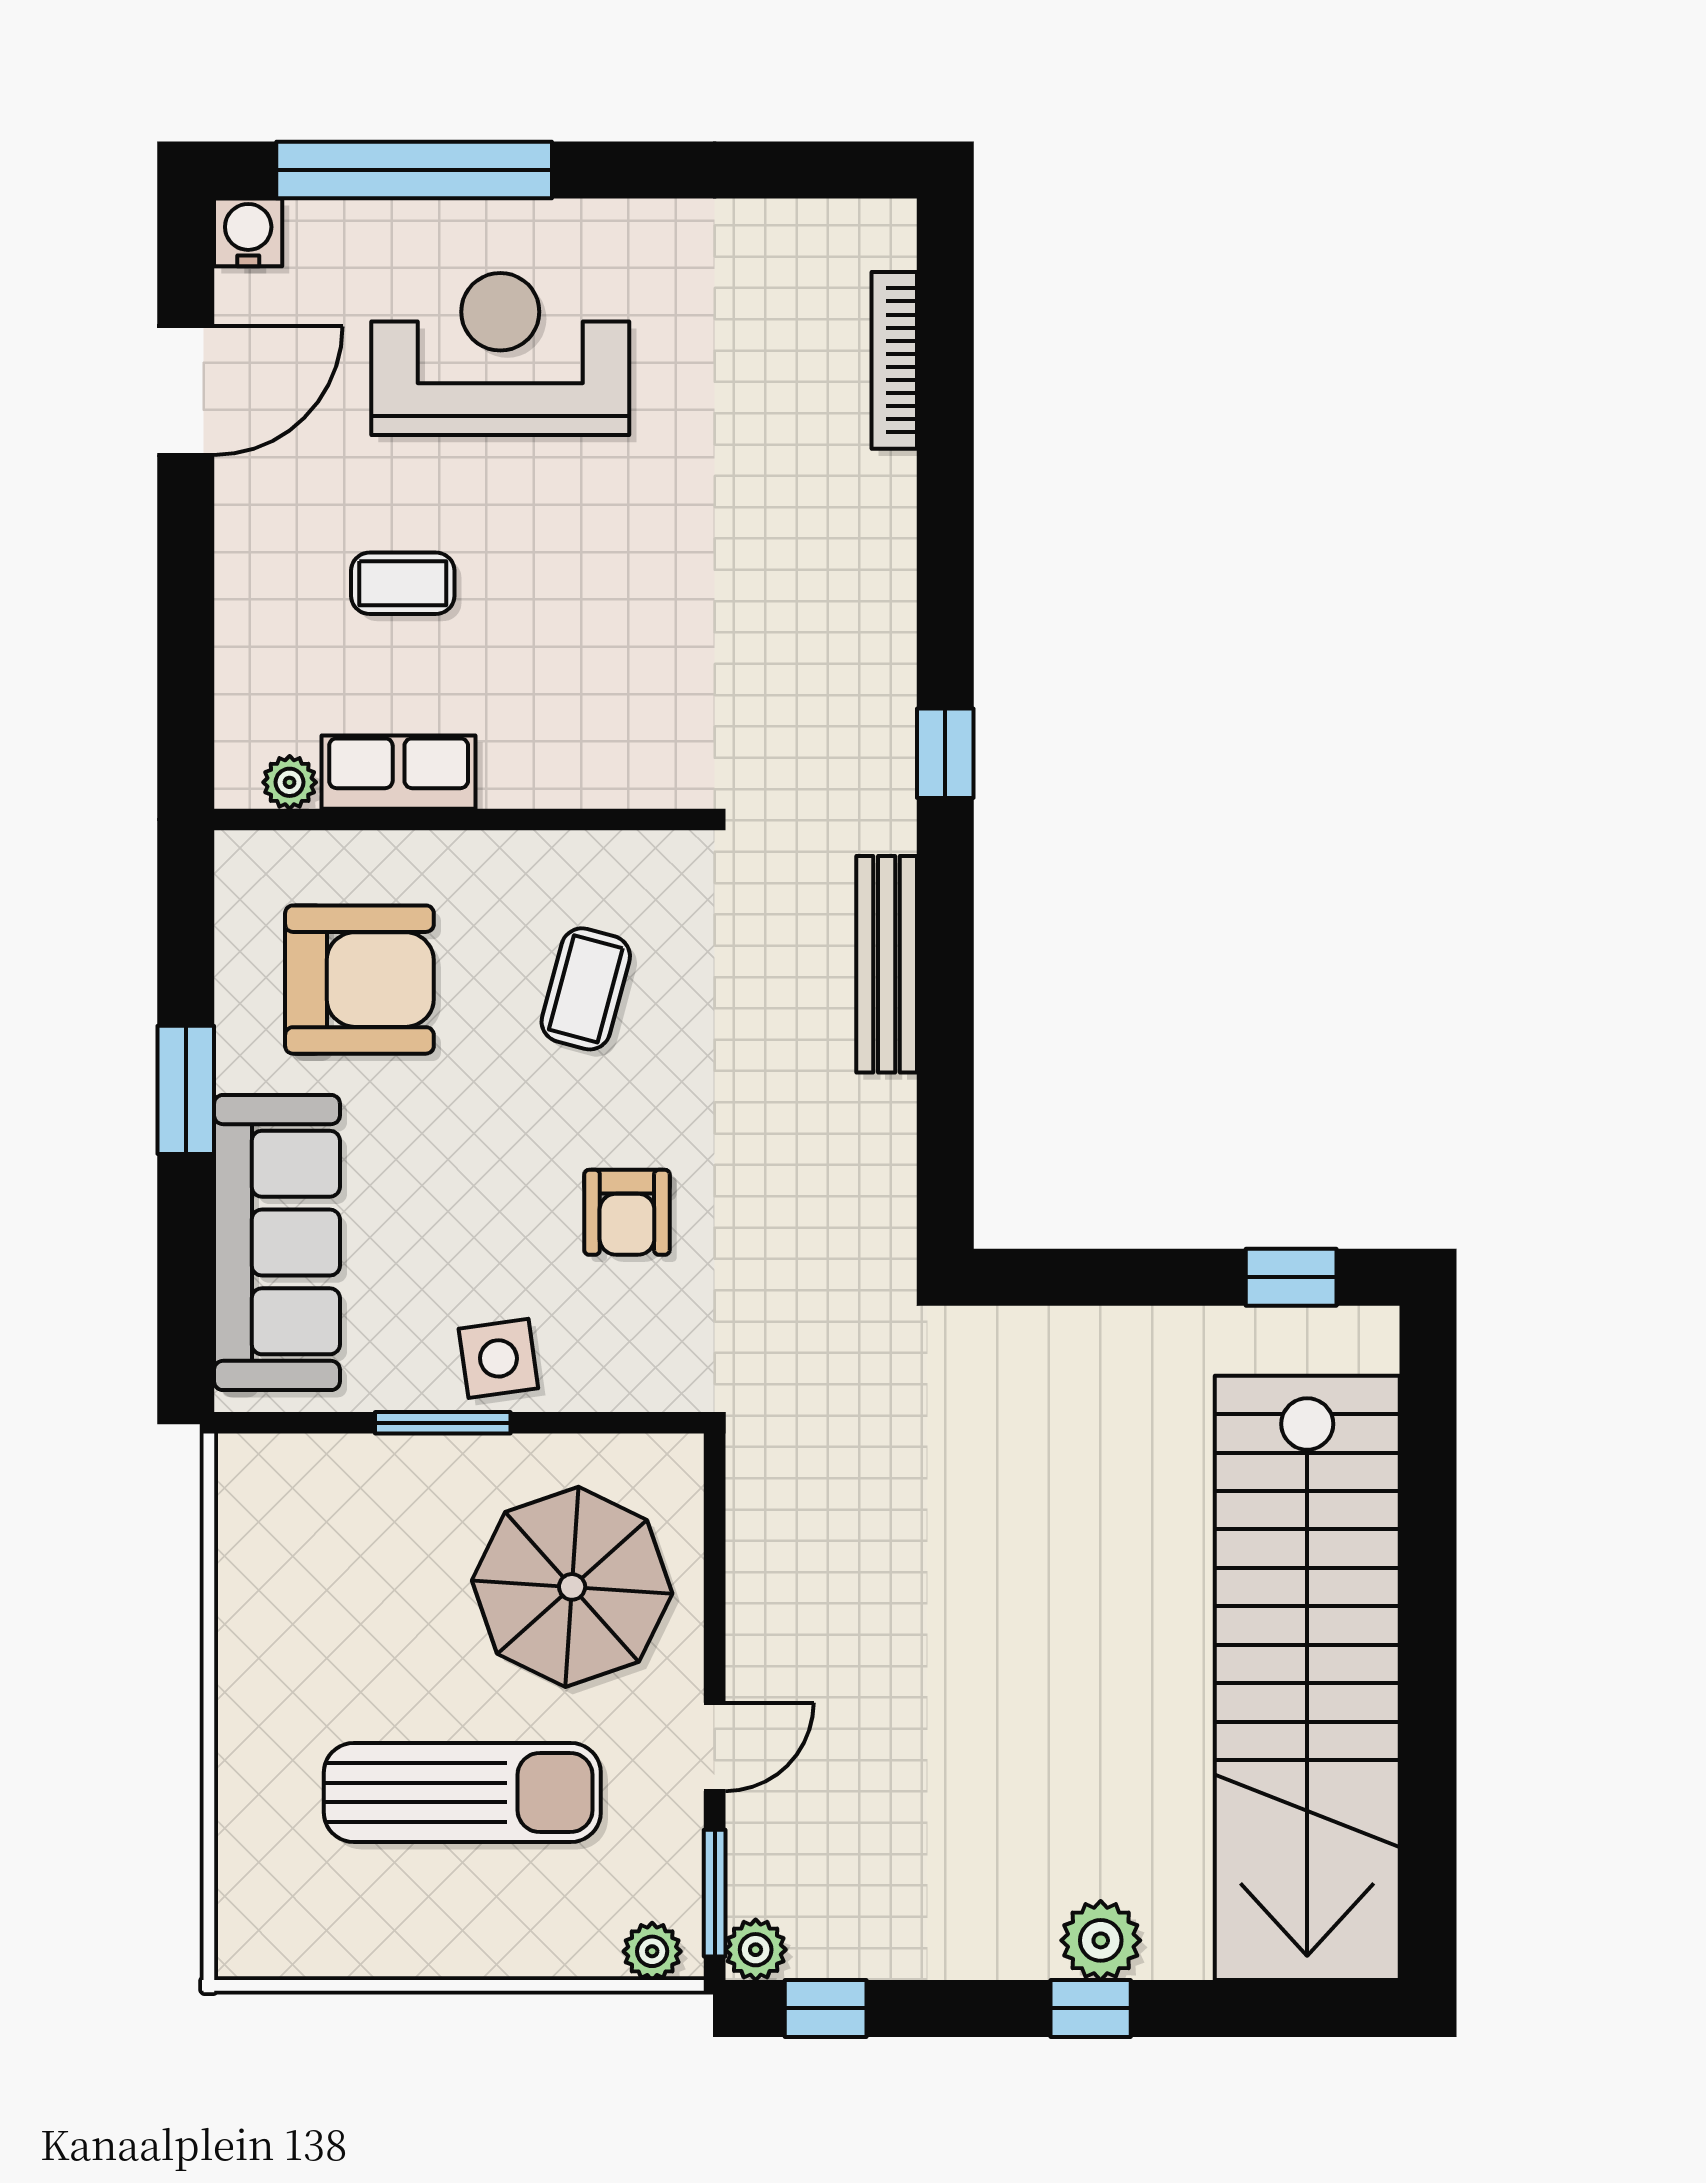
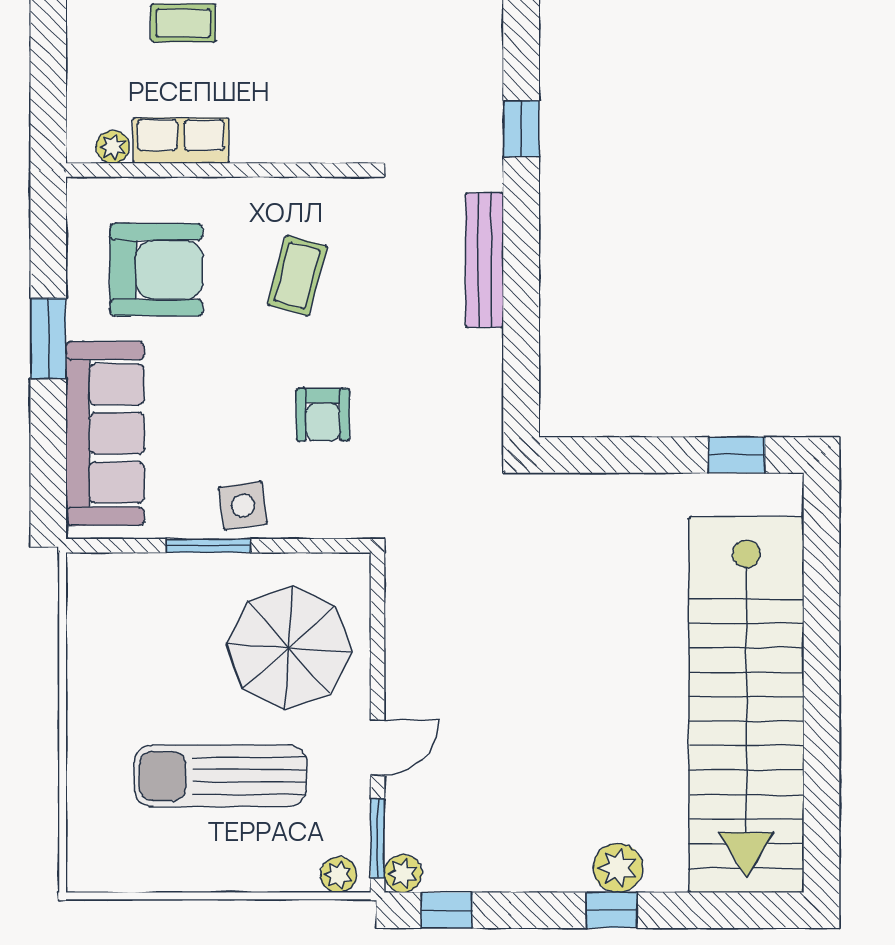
sun lounger: (462, 1793) -> (220, 776), turned 180

